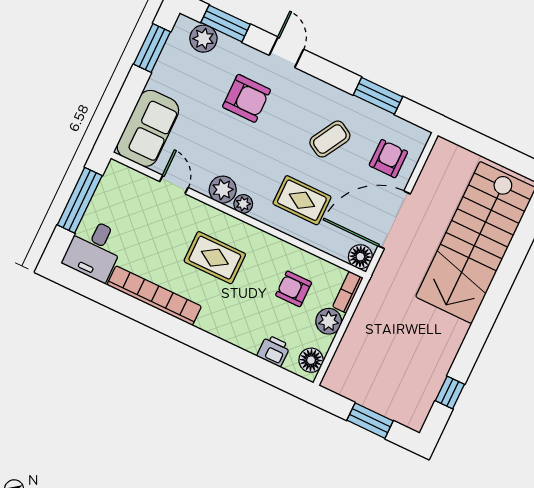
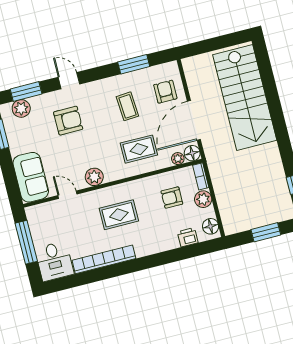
coffee table: (330, 139) -> (127, 106), turned -34
plant: (243, 204) -> (178, 159), moved

